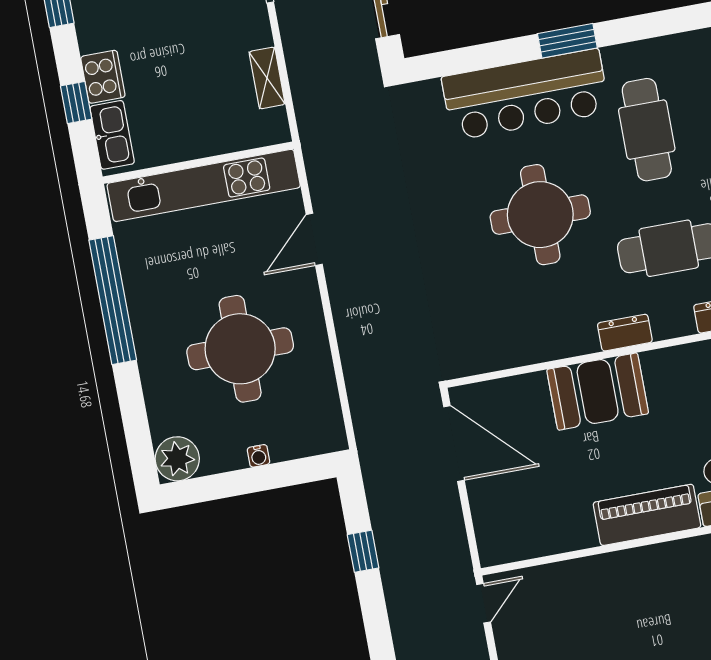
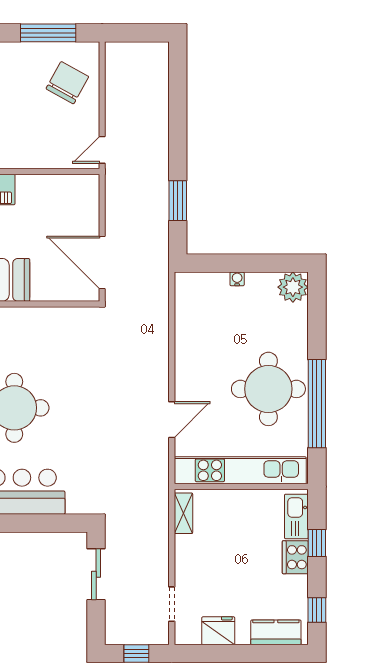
shelving: (267, 78) -> (183, 513), moved
round table: (240, 349) -> (268, 389), moved
window: (363, 551) -> (178, 201), width x1.50

